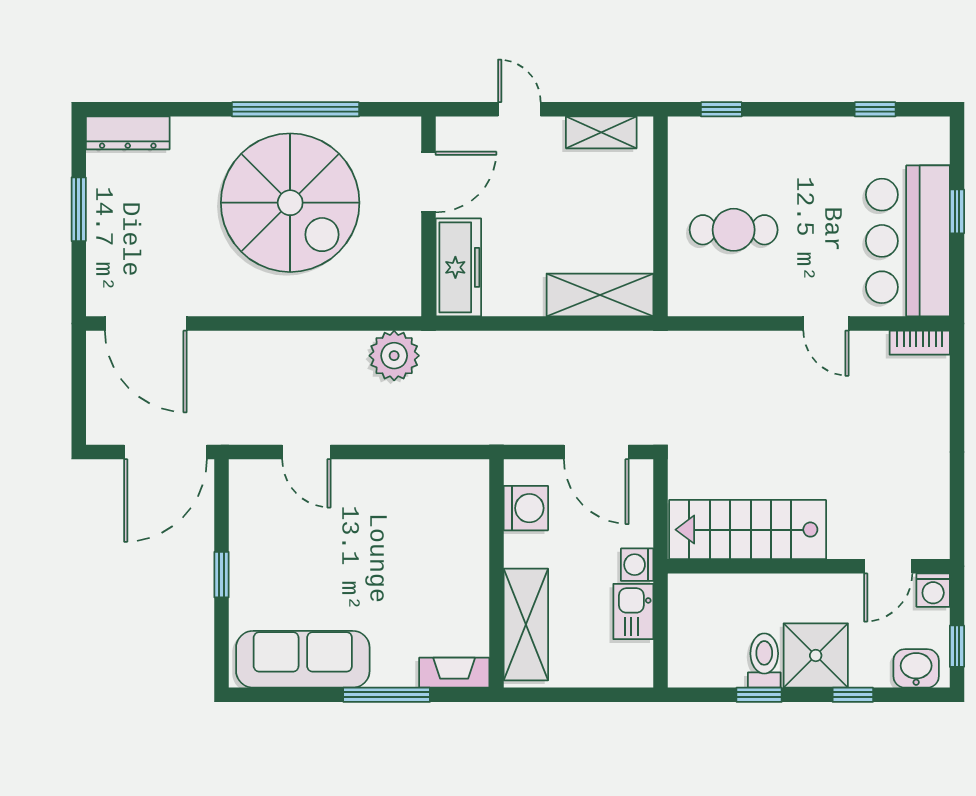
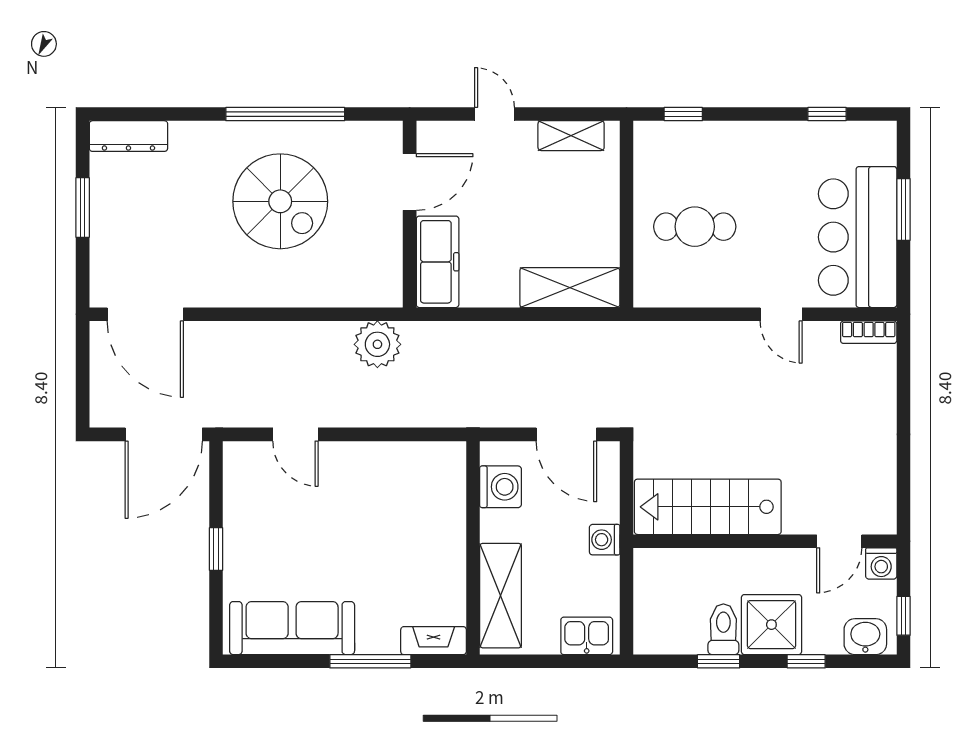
spiral stairs: (290, 203) -> (280, 201), width x0.73, depth x0.73
window: (957, 211) -> (903, 210), width x1.50
kitchen sink: (633, 611) -> (587, 636), moved, turned 90

